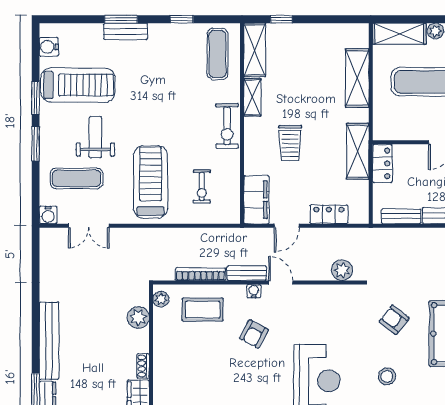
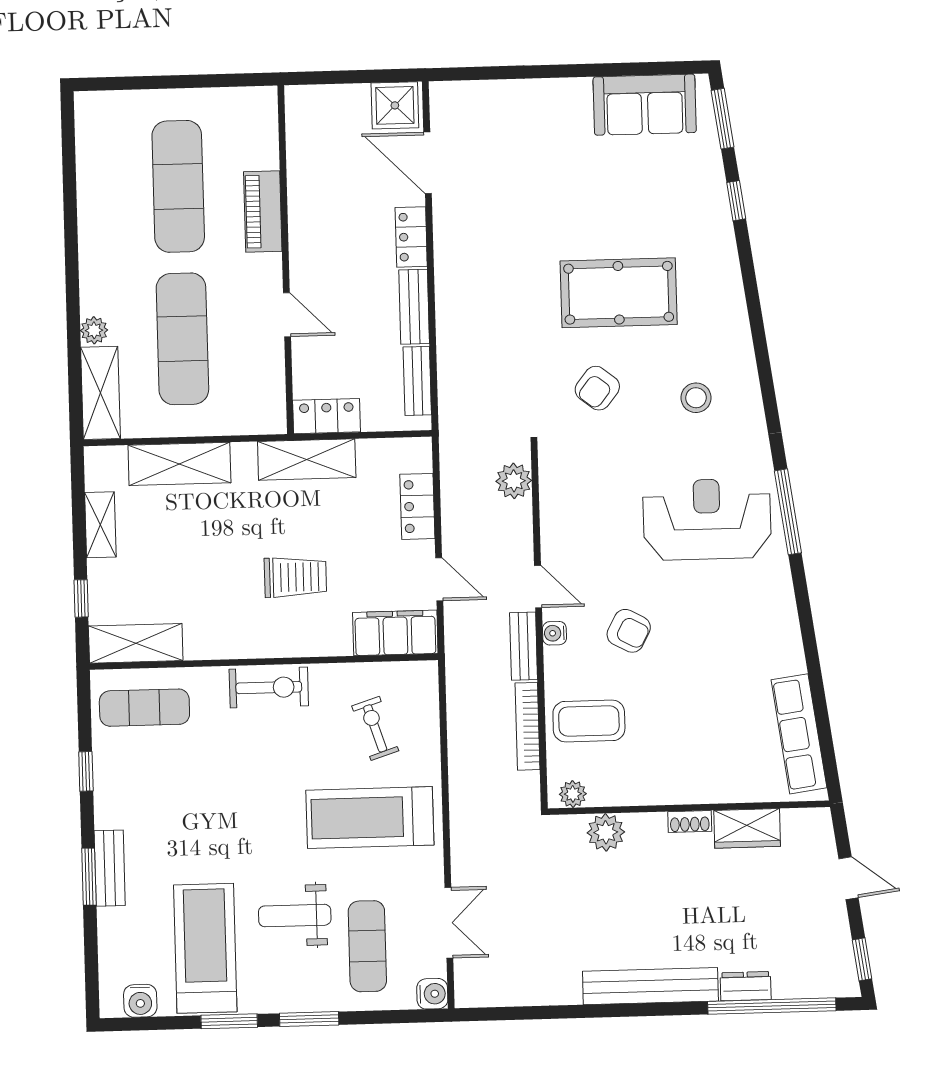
shelving: (252, 97) -> (100, 525), moved, turned 90
exercise bike: (202, 186) -> (375, 728), turned -108
door: (281, 282) -> (538, 587), swing flipped
coffee table: (203, 310) -> (589, 721), turned 90

